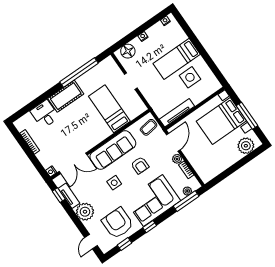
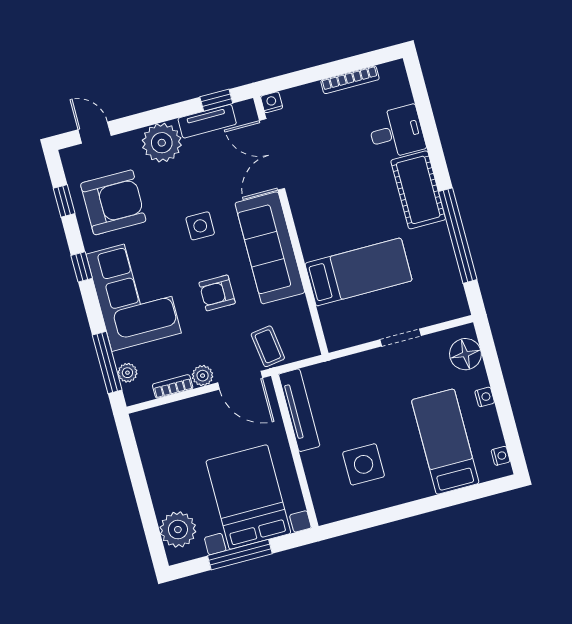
bed: (177, 59) -> (445, 442), moved
coffee table: (149, 127) -> (268, 346), moved

